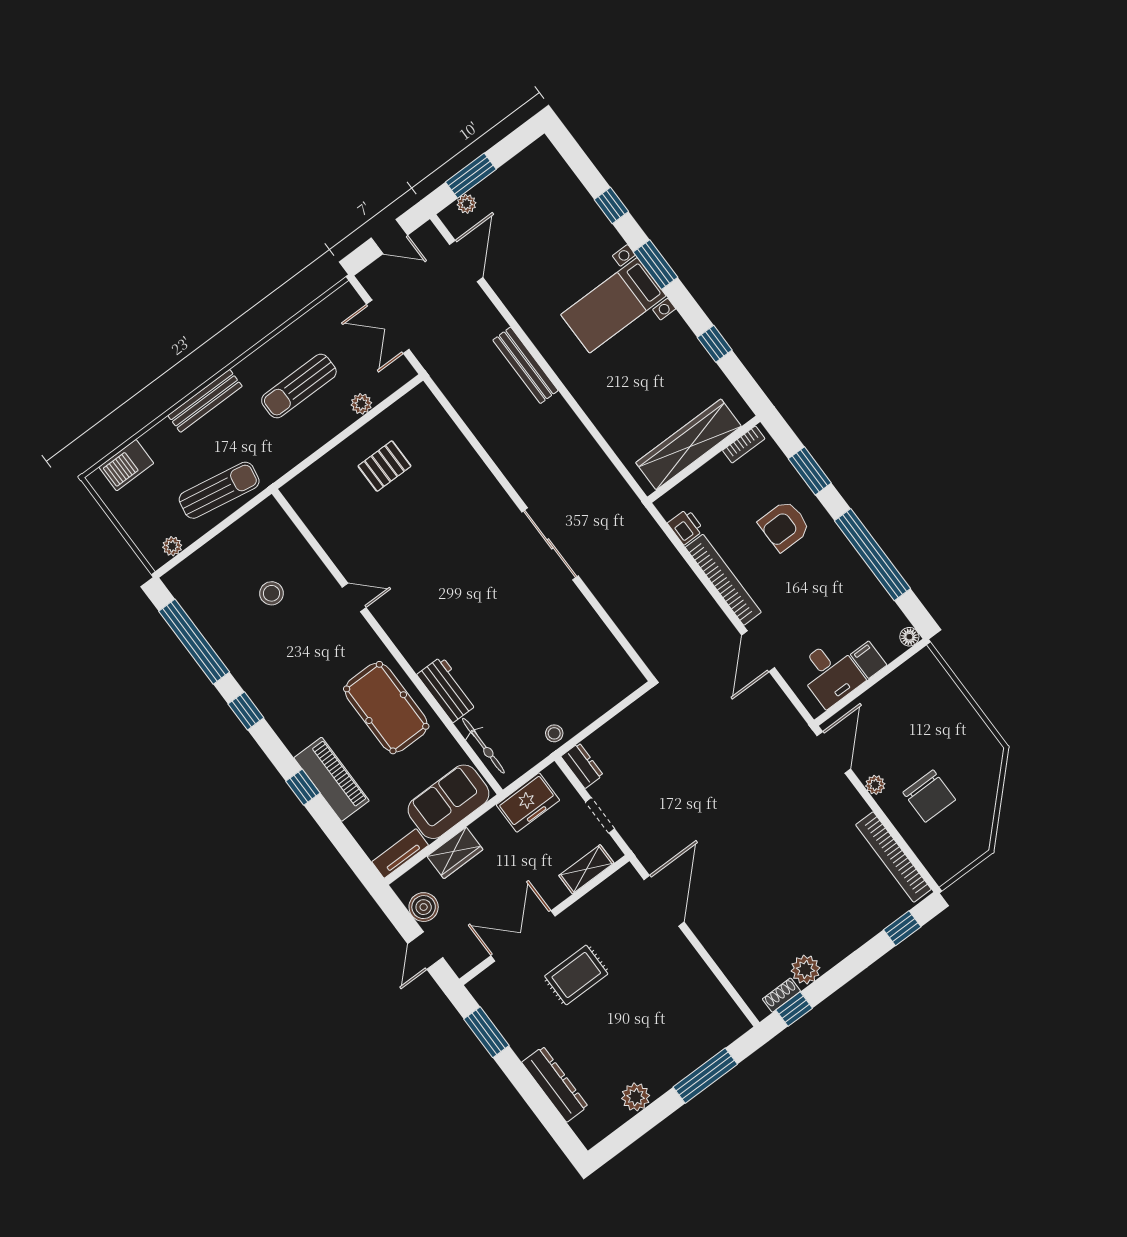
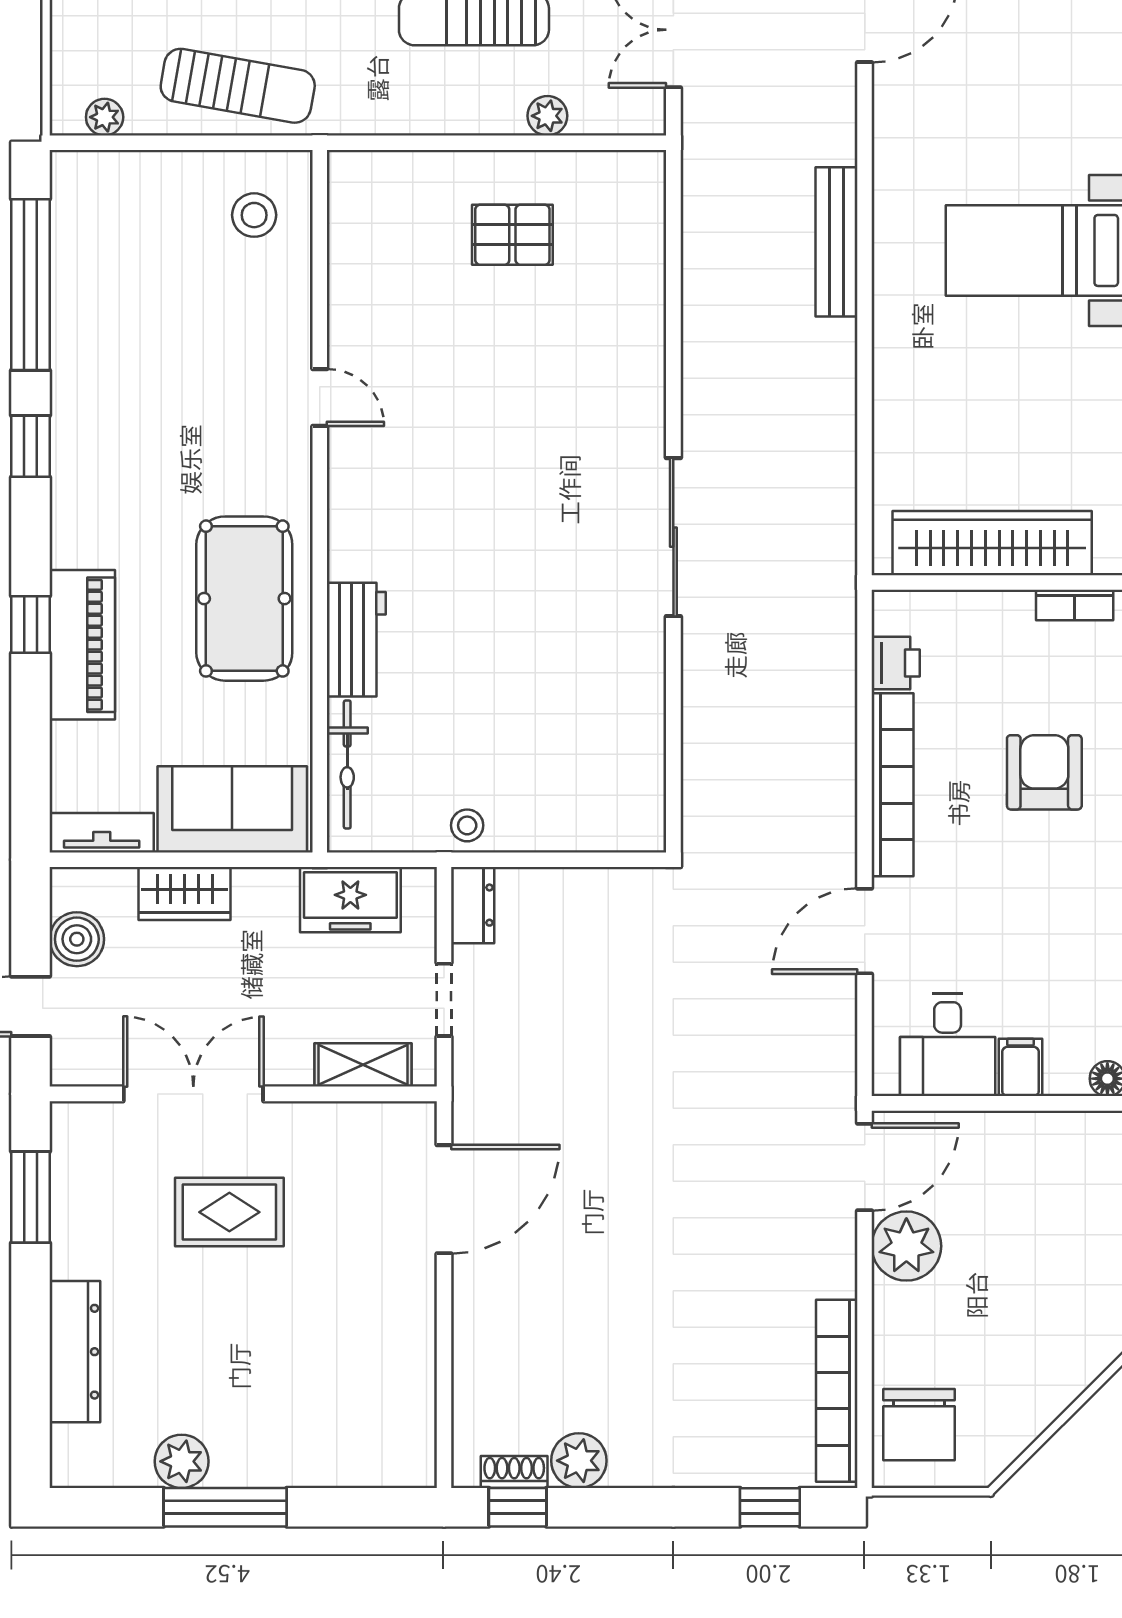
armchair: (784, 526) -> (1044, 772), turned 90
stool: (272, 593) -> (254, 215), moved
plant: (875, 785) -> (906, 1246), width x1.88, depth x1.88
chair: (929, 796) -> (919, 1425), moved
window: (705, 1076) -> (225, 1507), moved

